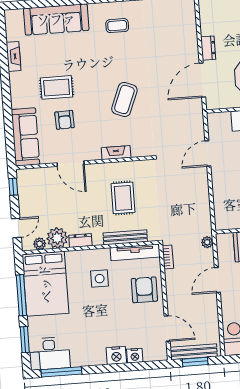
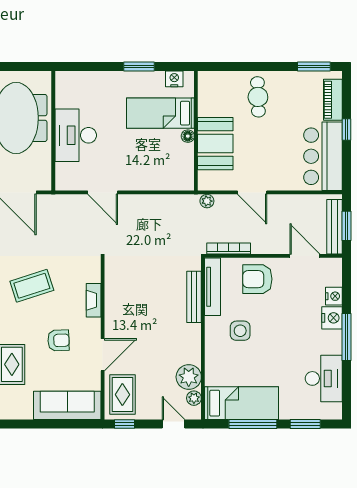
coffee table: (124, 99) -> (32, 286), turned -40
armchair: (65, 120) -> (58, 340), moved
rug: (123, 198) -> (122, 395), moved, turned 90
dresser: (80, 241) -> (194, 350), removed
bookcase: (168, 257) -> (229, 249), width x1.56
bed: (45, 284) -> (241, 403), width x0.67
door: (167, 329) -> (305, 256), hinge flipped
desk: (49, 353) -> (324, 378), moved
window: (61, 372) -> (347, 337), moved

